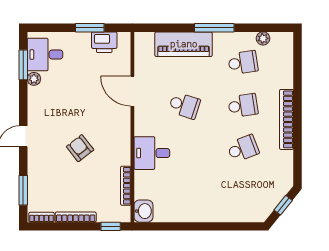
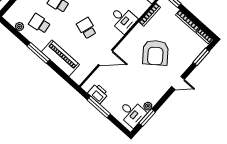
window: (90, 28) -> (99, 107), width x1.44
door: (132, 91) -> (106, 58), hinge flipped
armchair: (80, 148) -> (156, 53), width x1.88, depth x1.88

